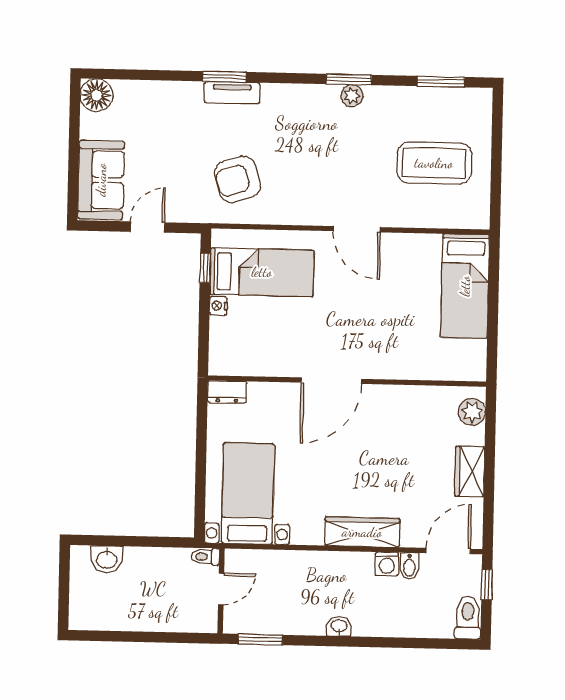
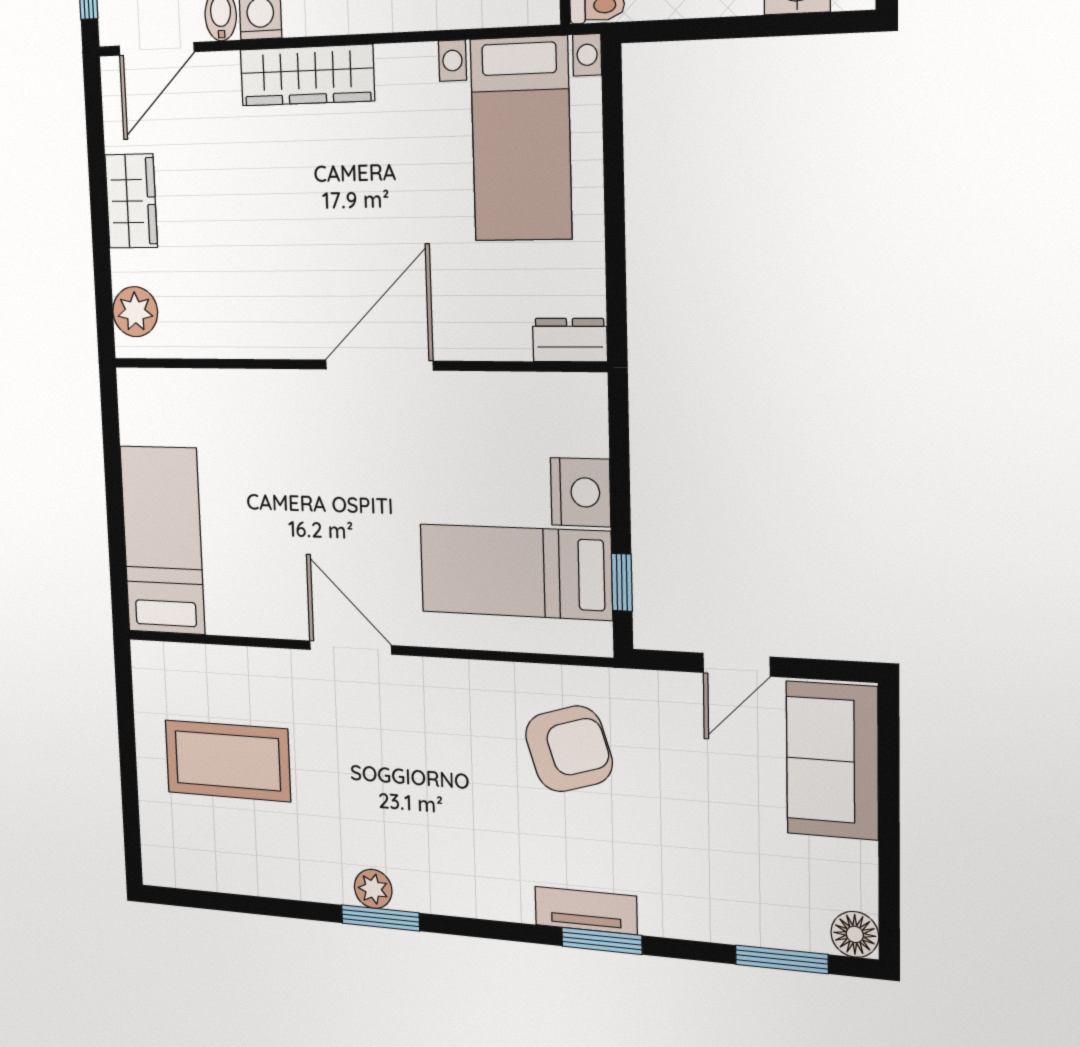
window: (441, 82) -> (782, 959), moved
floor lamp: (97, 95) -> (855, 934), width x0.73, depth x0.73
nightstand: (218, 306) -> (581, 492), width x1.89, depth x1.79

